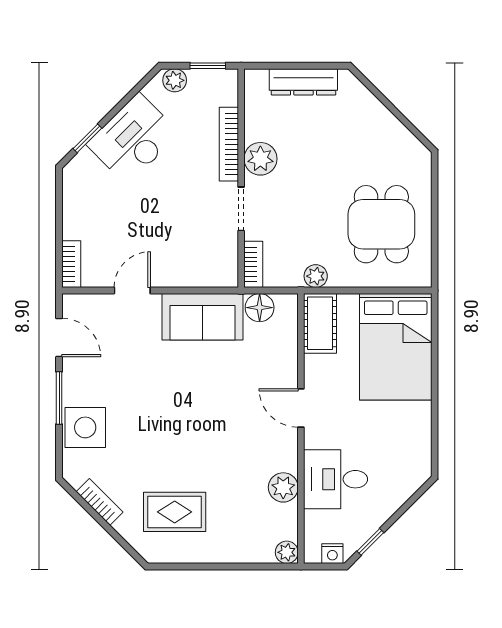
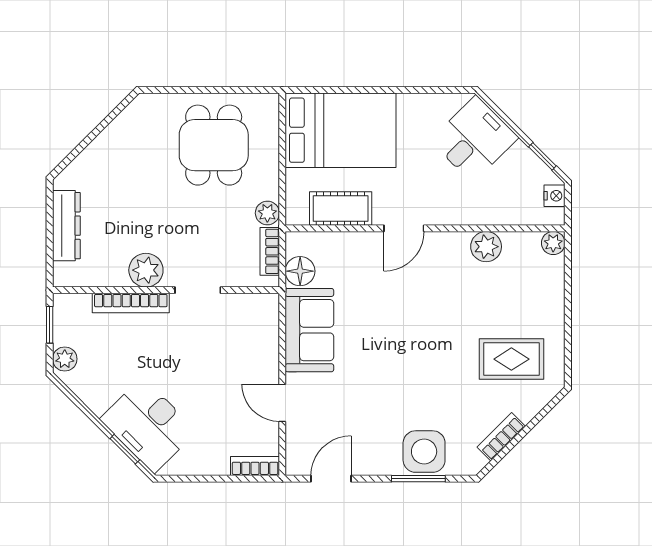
desk: (133, 139) -> (148, 425), moved
dining table: (381, 224) -> (214, 145), turned 90
bookcase: (253, 264) -> (270, 251), moved, turned -90
cot: (320, 323) -> (341, 209), moved
window: (59, 398) -> (418, 479), moved
desk: (336, 479) -> (474, 139), moved, turned -135
rug: (175, 512) -> (511, 359), turned 90

